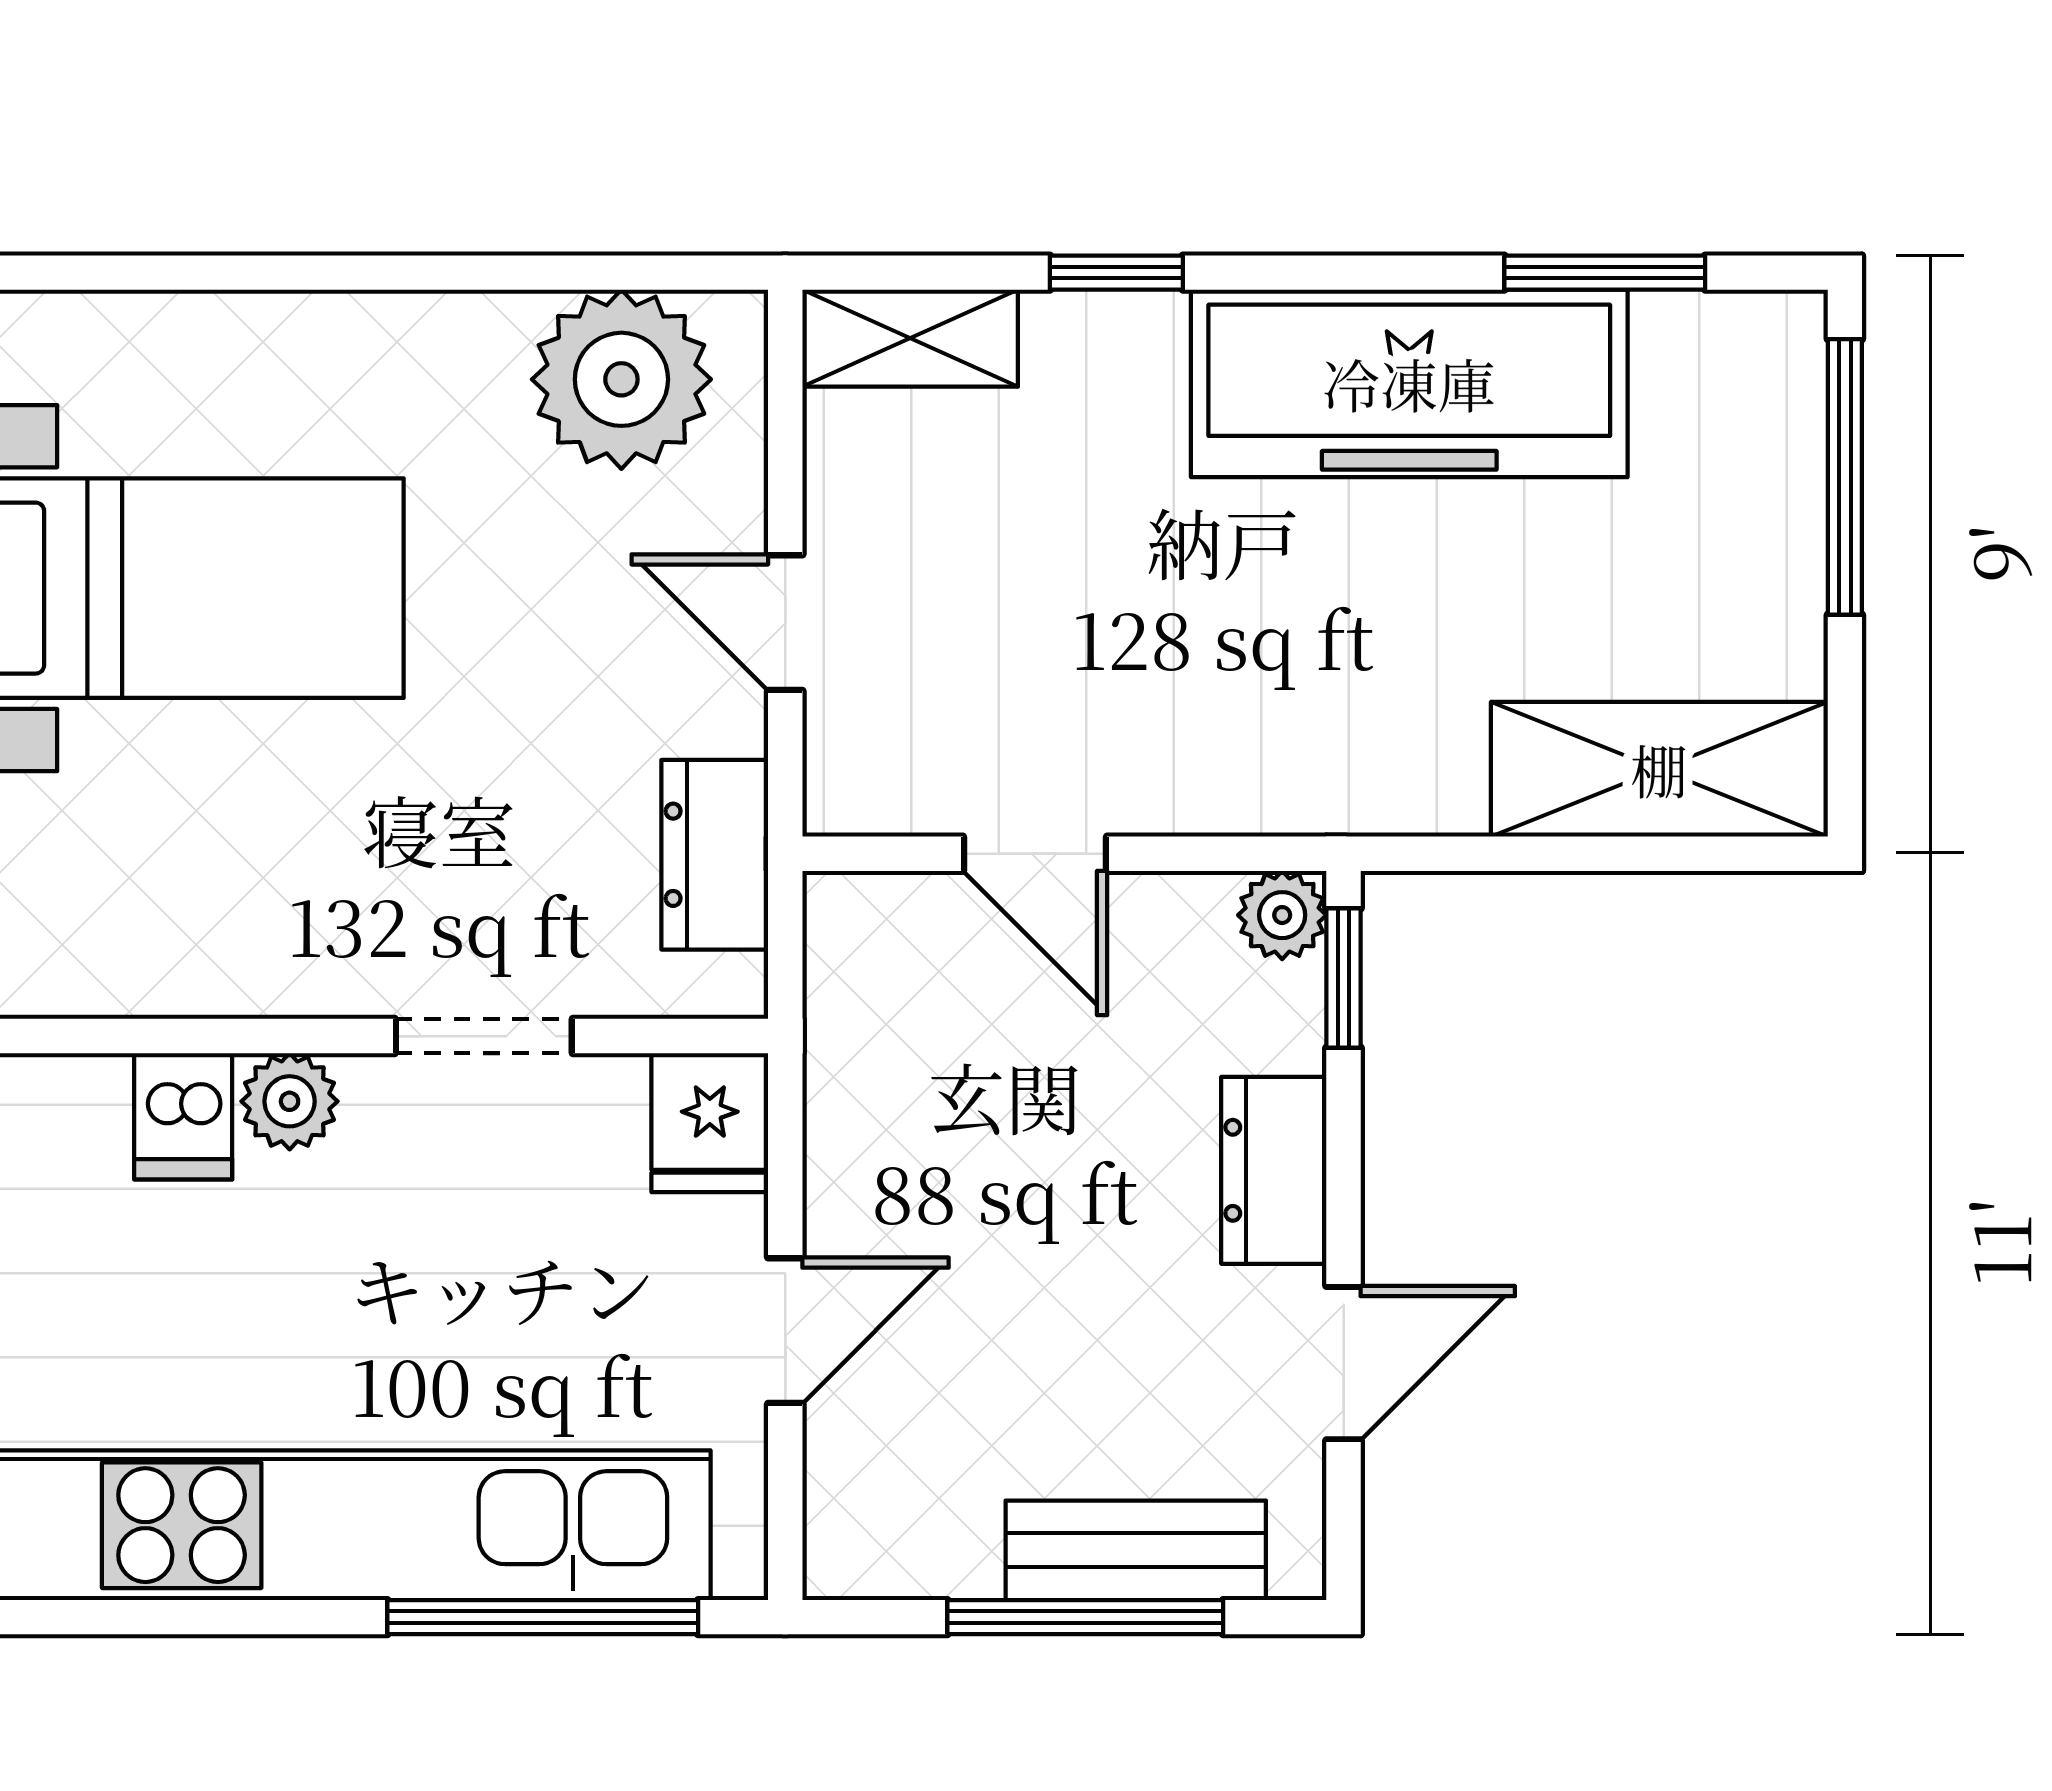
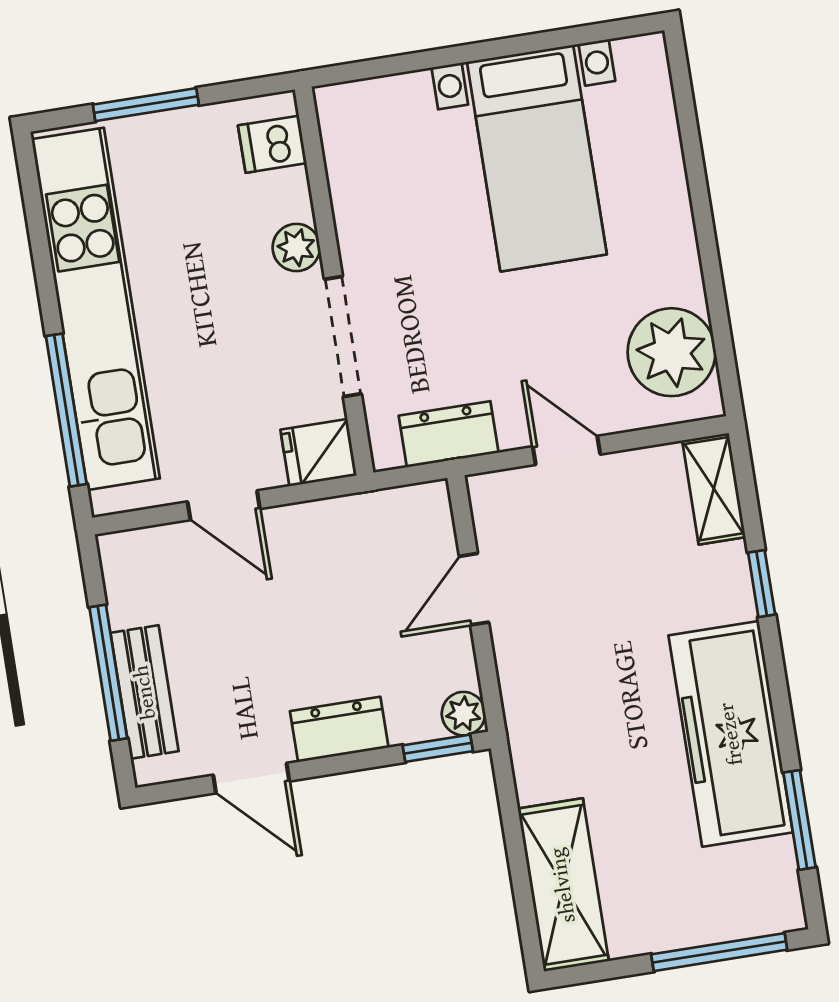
door: (785, 623) -> (566, 450), hinge flipped
doorway: (484, 1036) -> (343, 336), width x1.38
dishwasher: (183, 1116) -> (272, 144), moved

